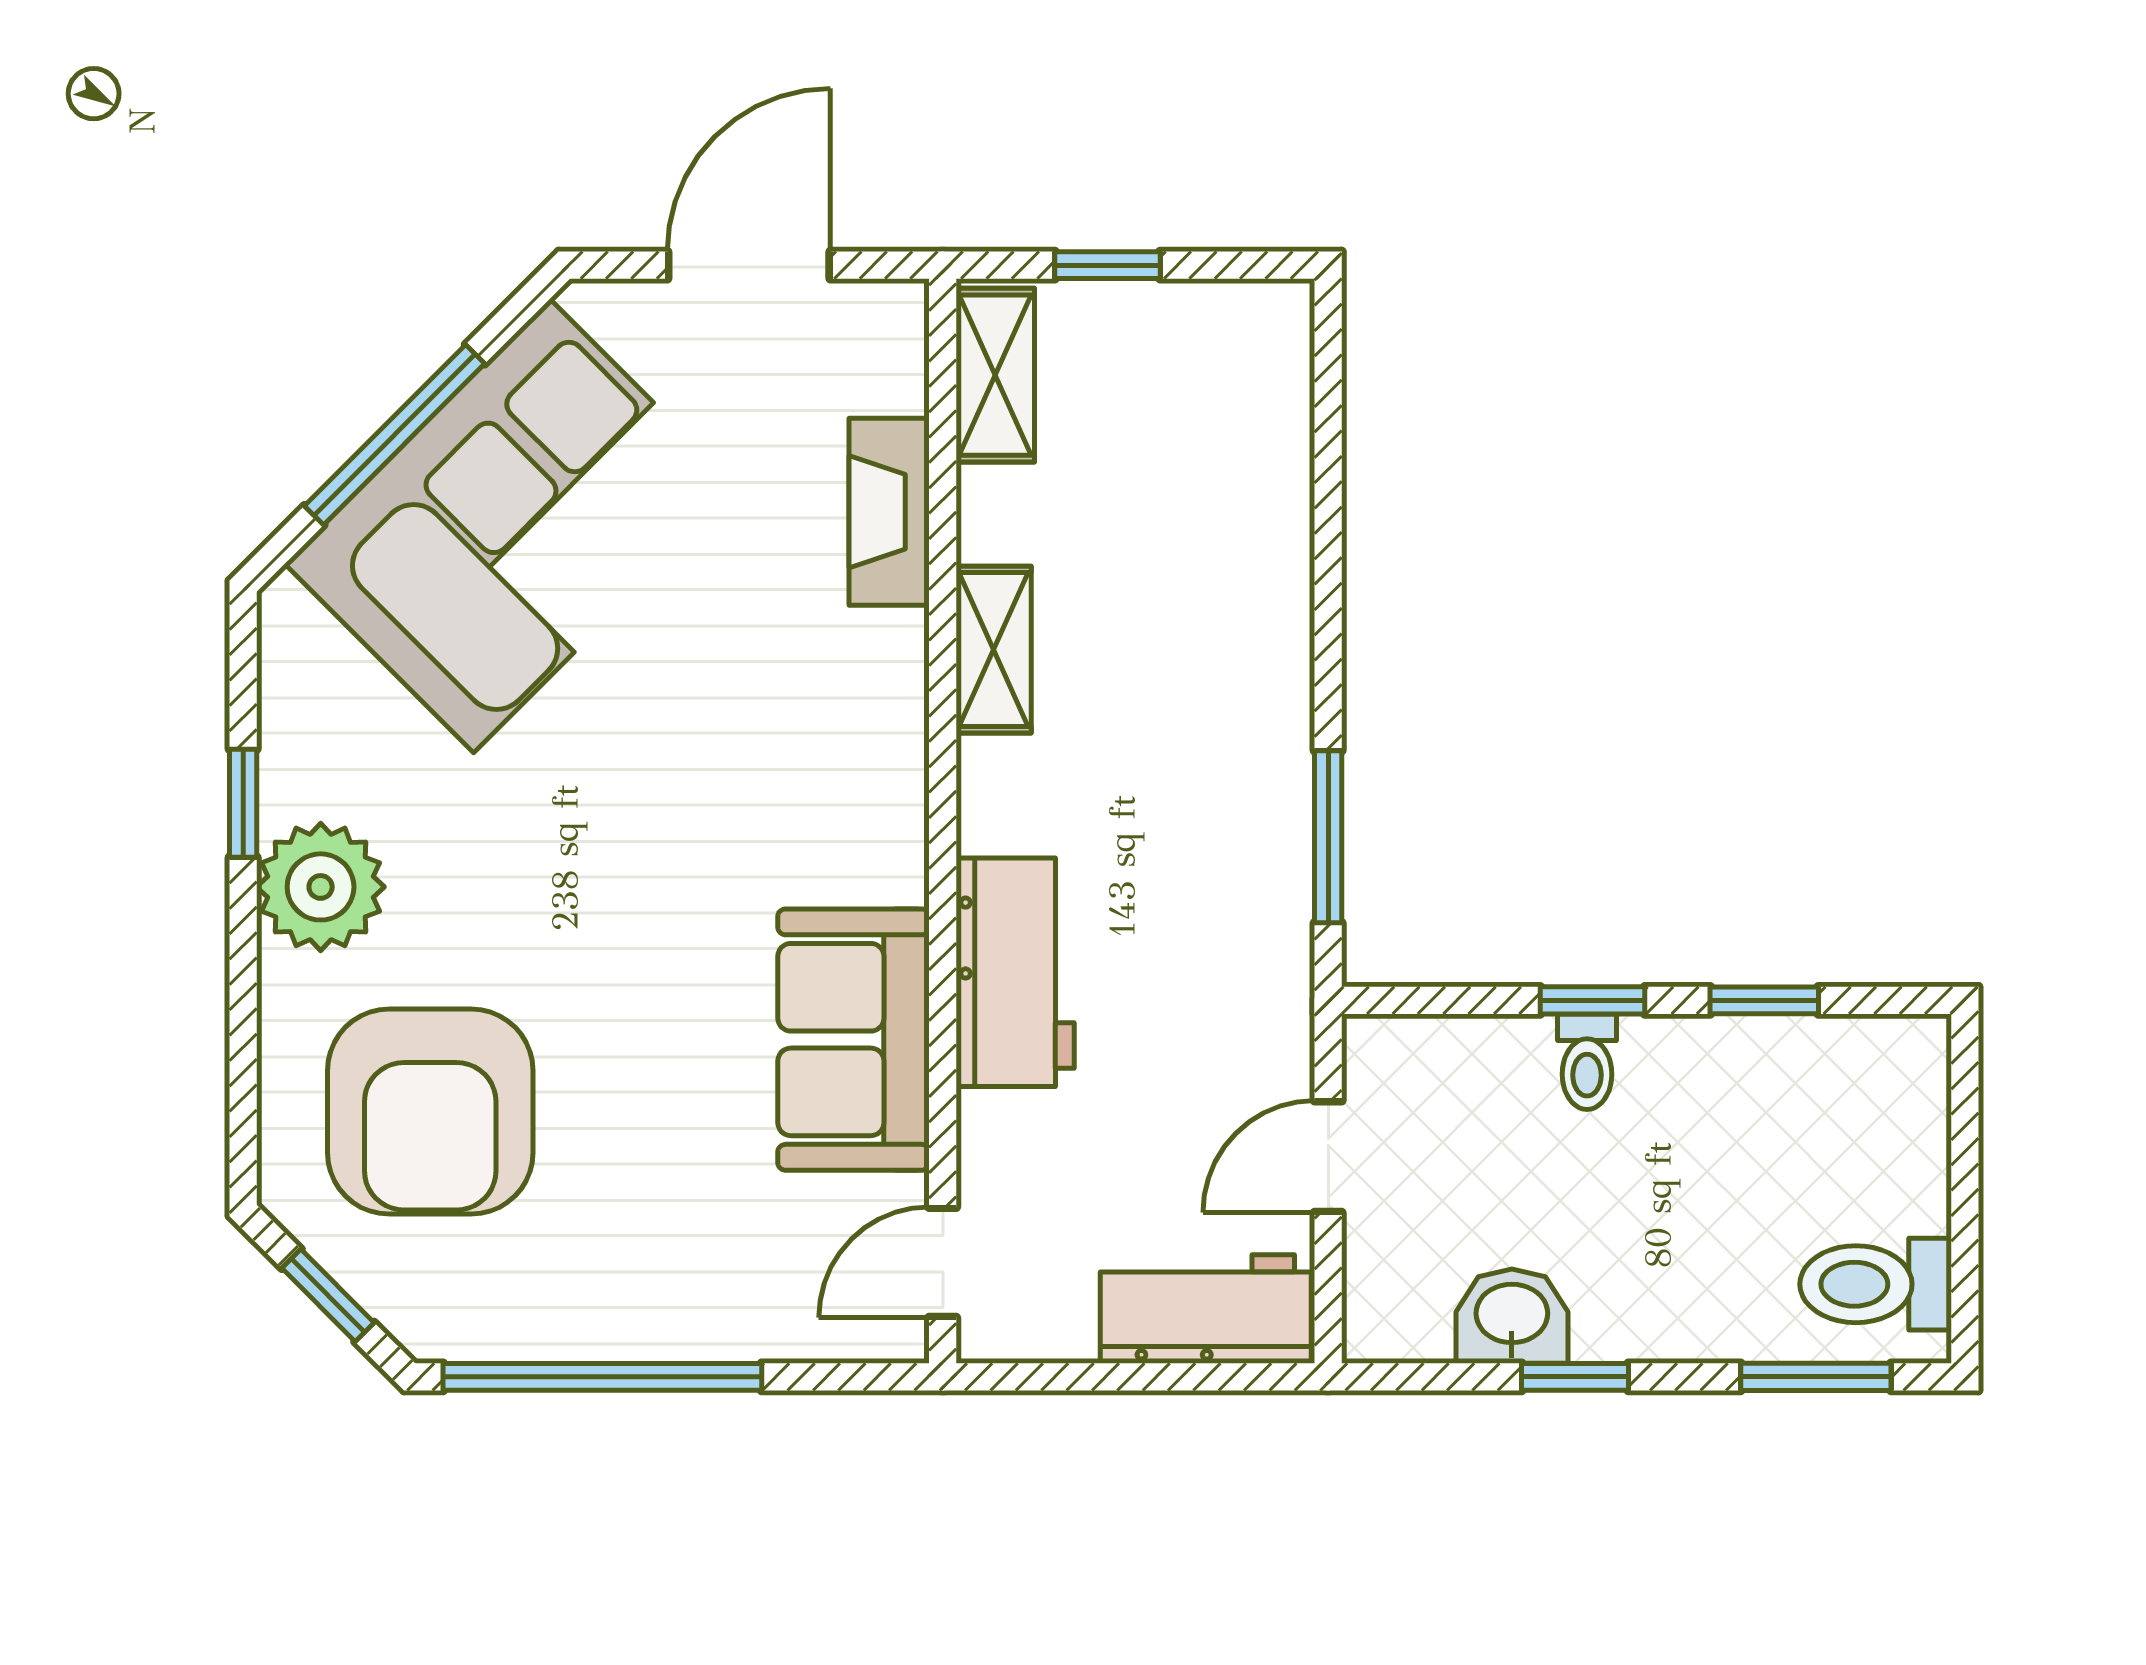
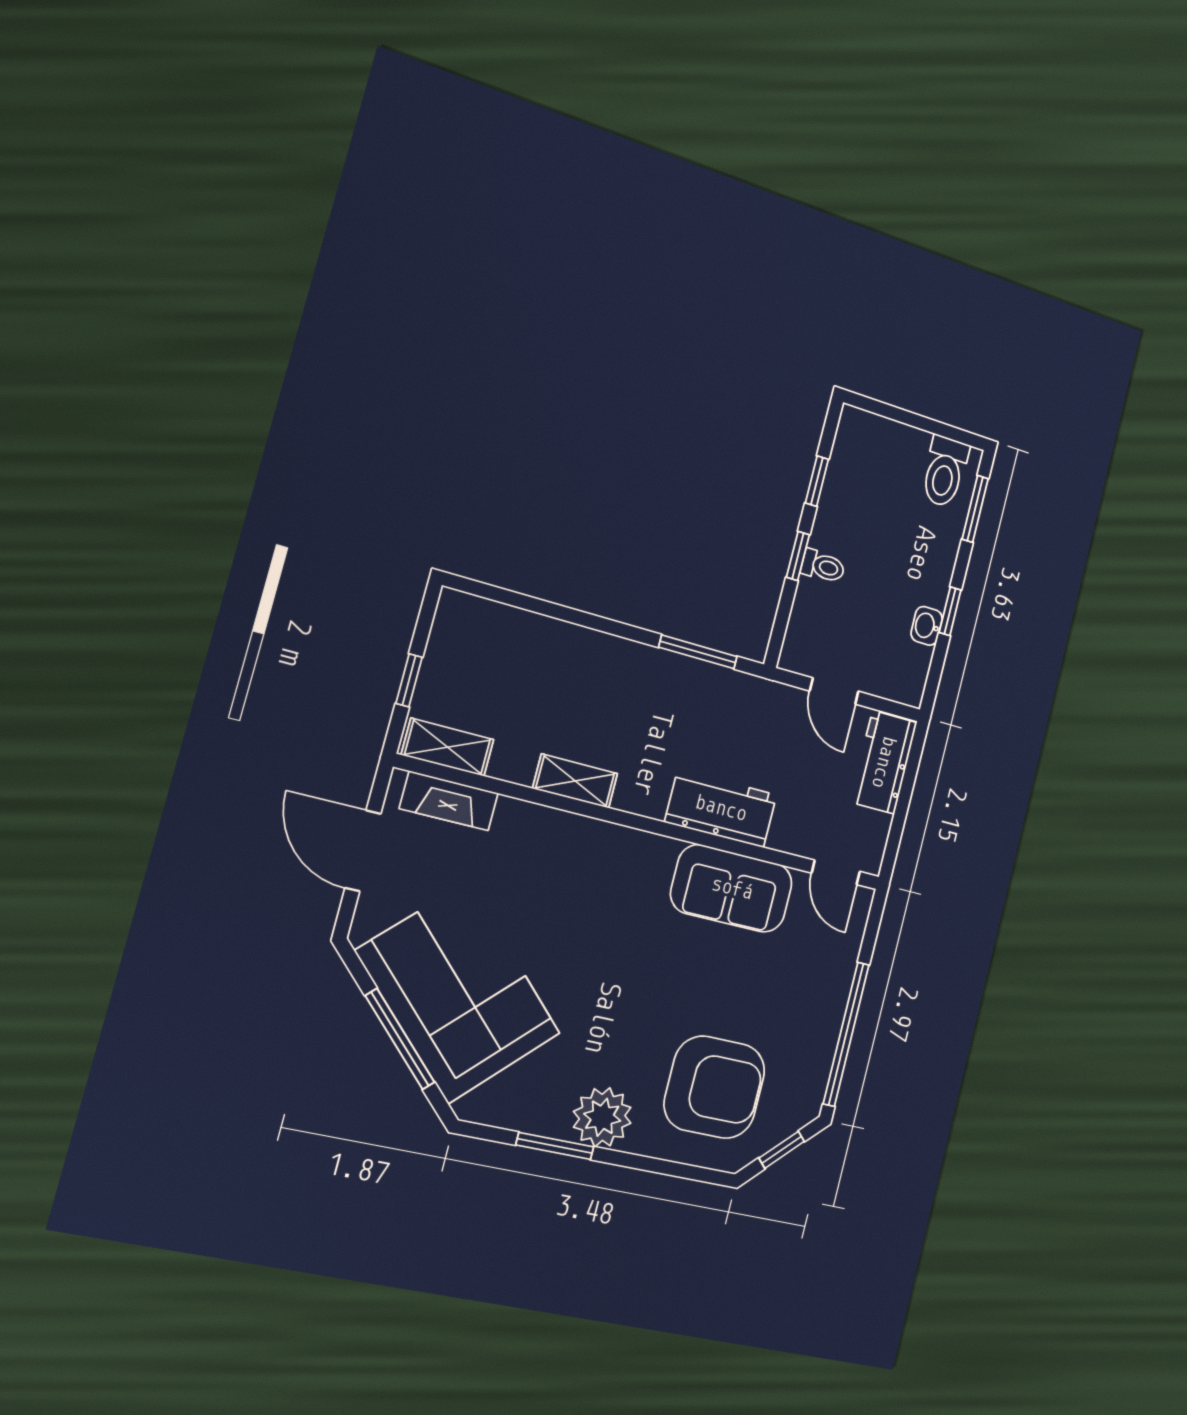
fireplace: (889, 512) -> (449, 801), moved
window: (243, 803) -> (555, 1146), width x1.50
washbasin: (1512, 1316) -> (927, 626), width x0.72, depth x0.69

